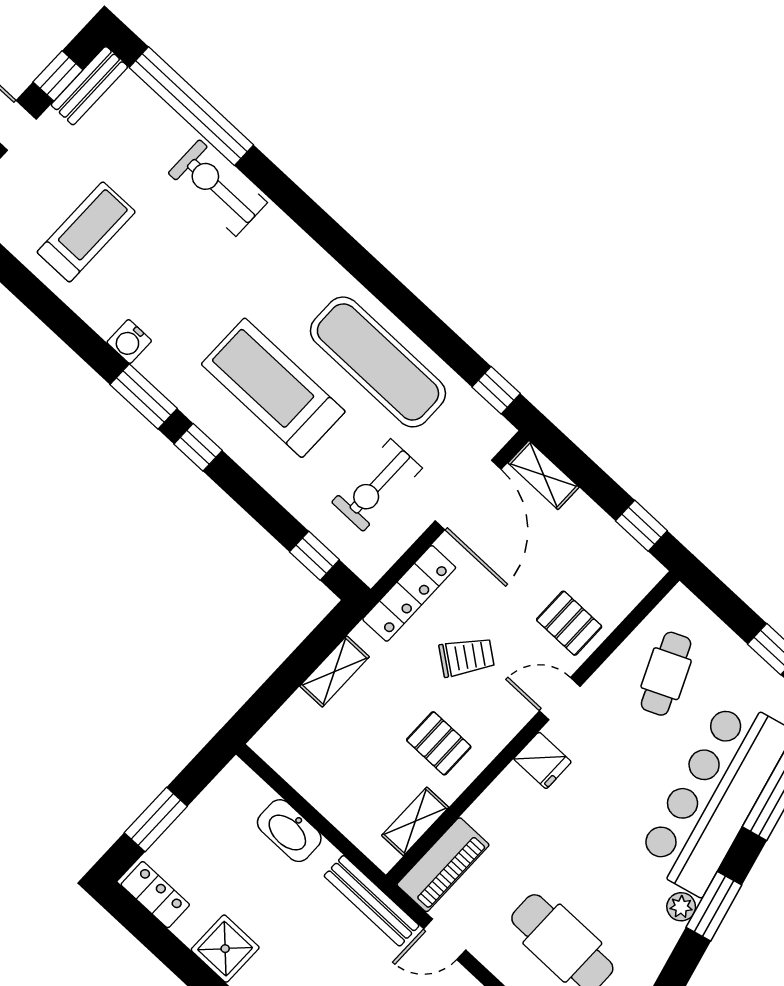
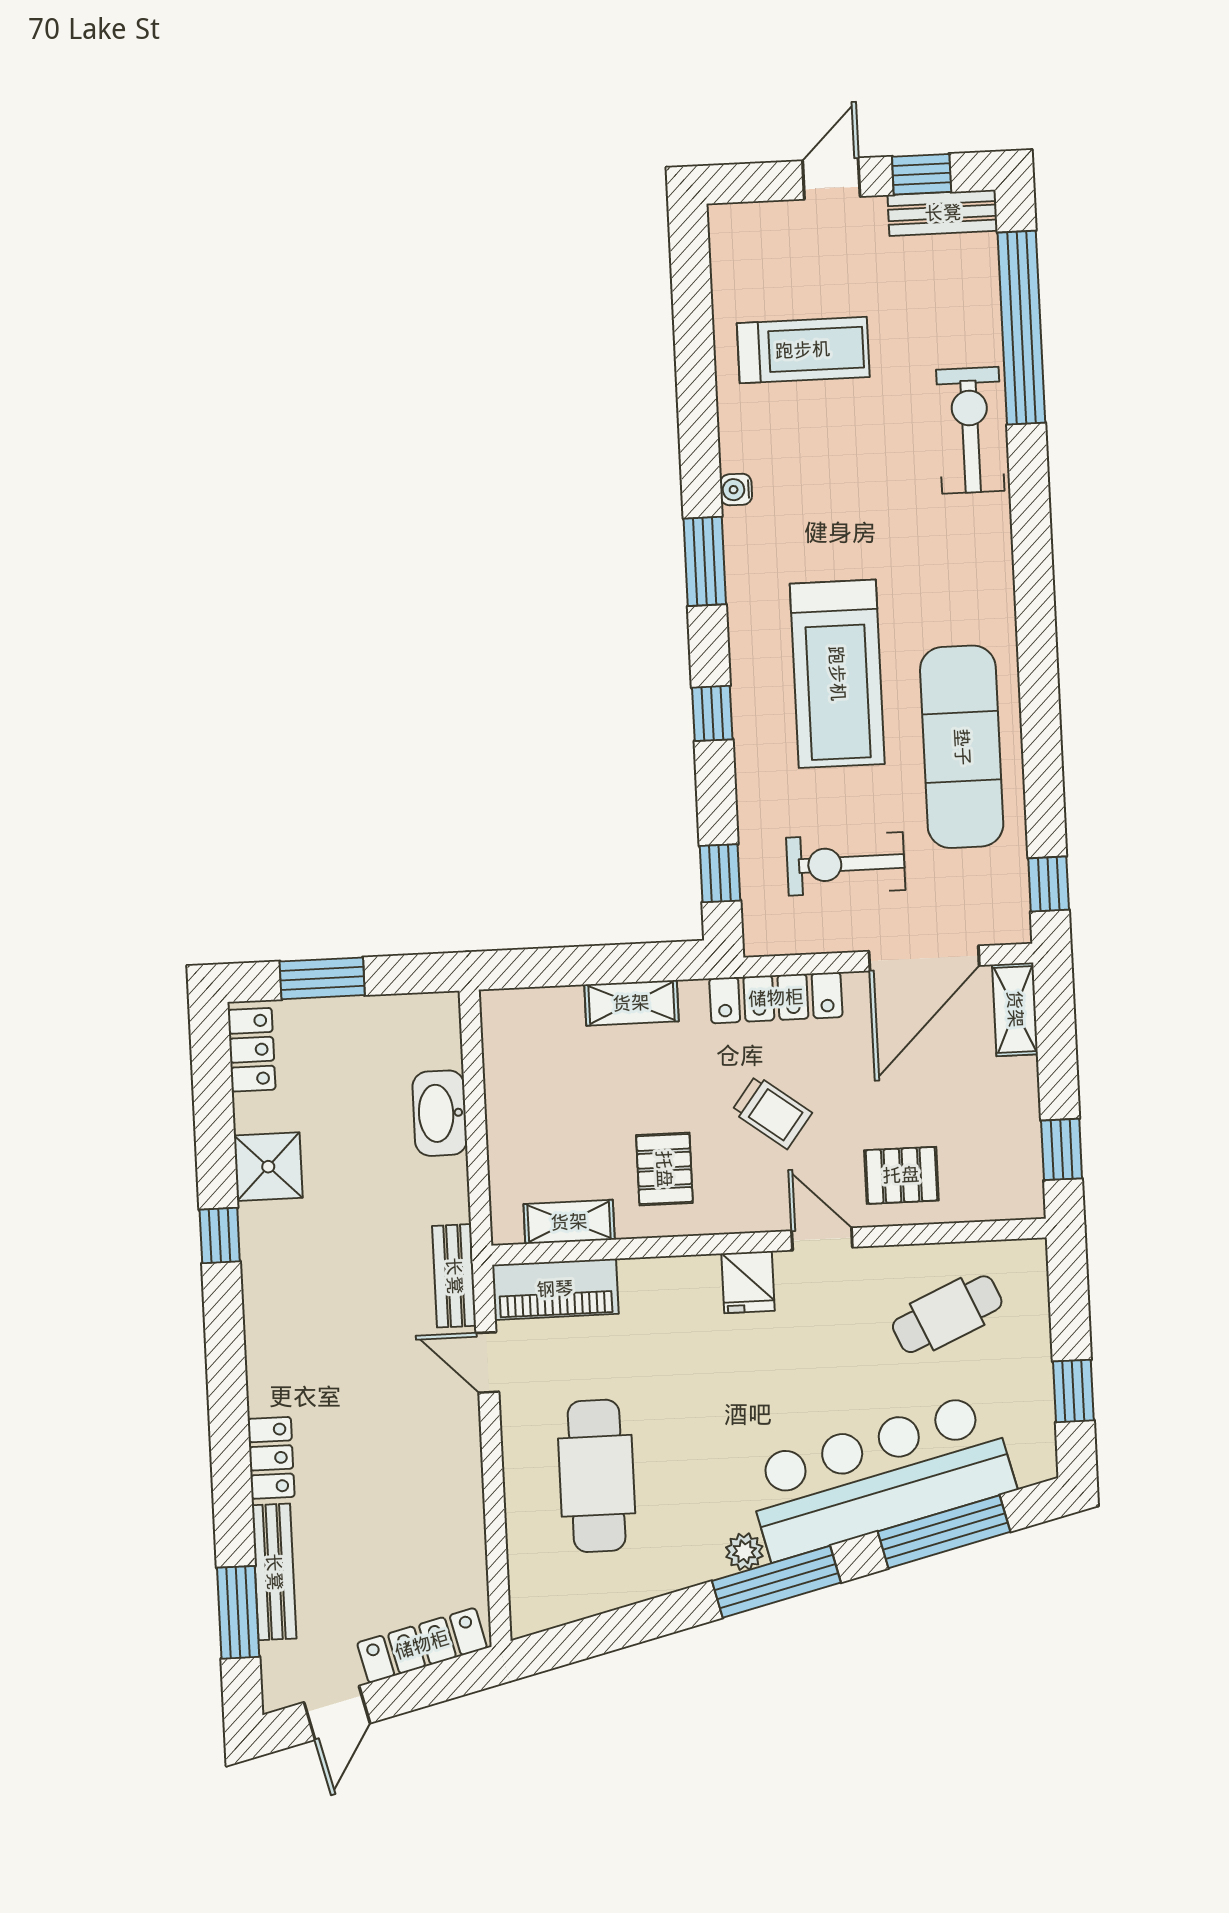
water cooler: (129, 341) -> (736, 490), width x0.72, depth x0.72
treadmill: (273, 388) -> (837, 674), turned 180
window: (198, 447) -> (712, 713), moved
pallet: (569, 623) -> (901, 1175), turned 90
bench: (372, 901) -> (454, 1276), width x0.73
window: (714, 906) -> (776, 1582), width x1.44

